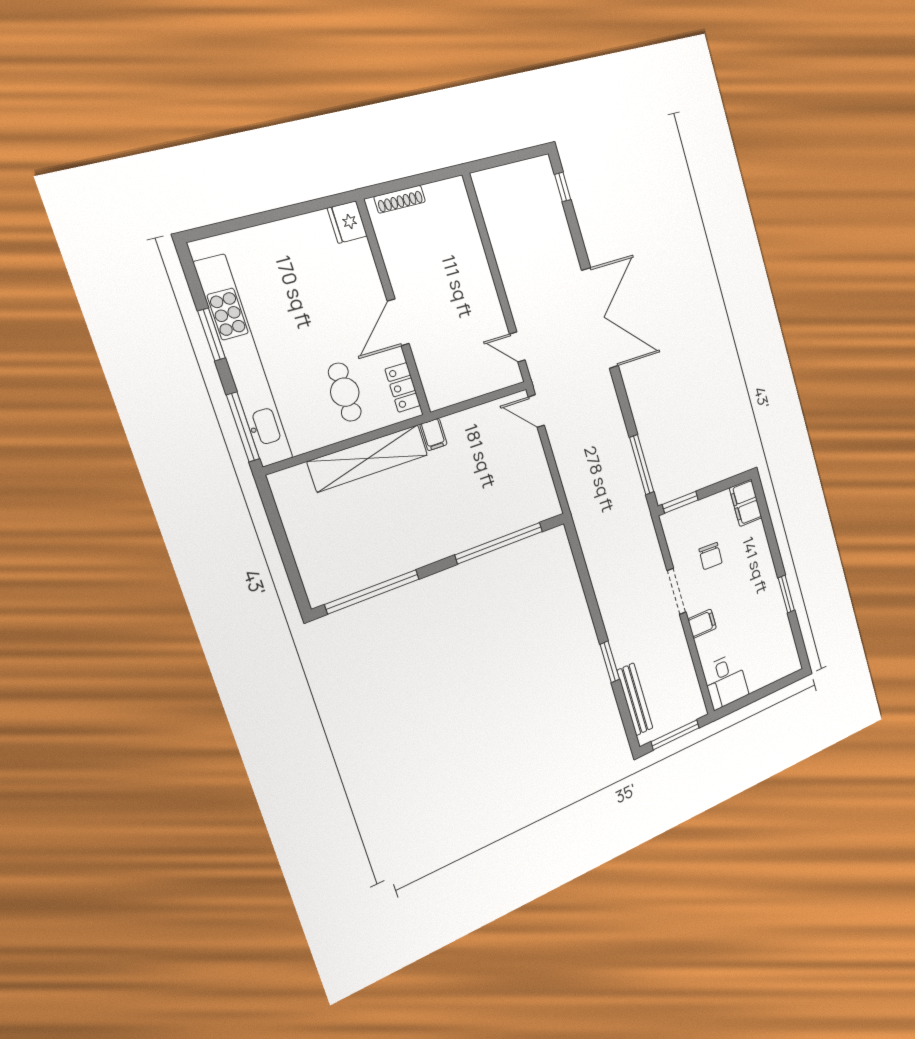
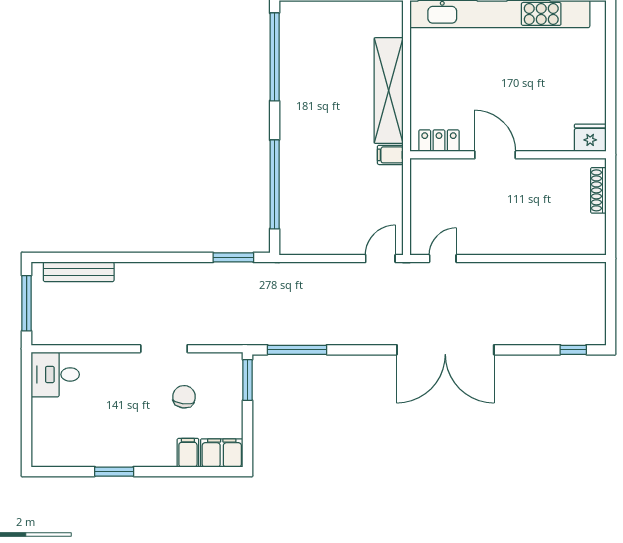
cafe table: (345, 392) -> (450, 89), removed
chair: (711, 556) -> (184, 397), turned 95
filing cabinet: (702, 624) -> (188, 453), moved, turned 180
window: (610, 662) -> (233, 257), moved

